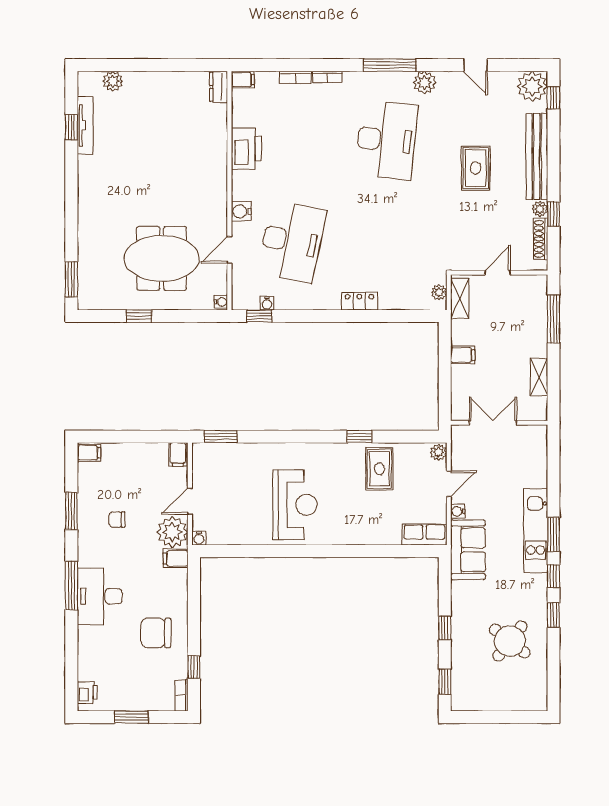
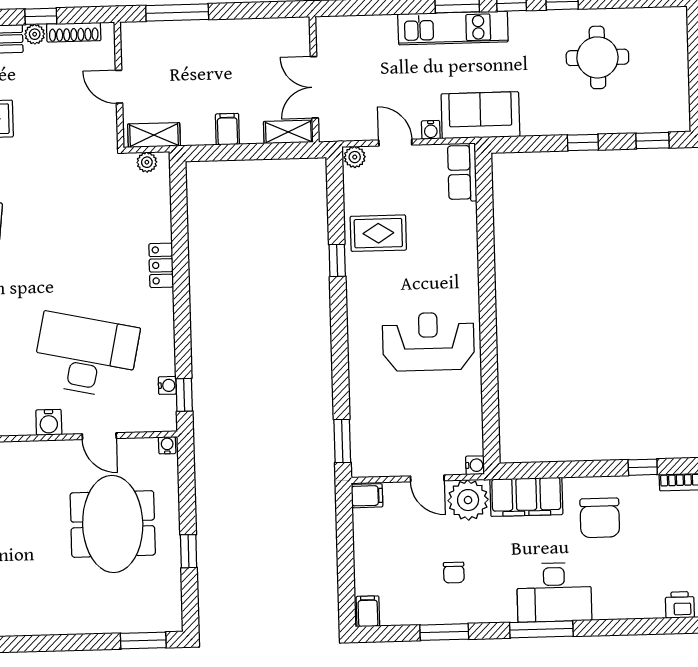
shelving: (539, 377) -> (288, 132), moved
filing cabinet: (176, 558) -> (526, 497), width x3.00, depth x1.17
round table: (510, 641) -> (597, 57), turned -38

